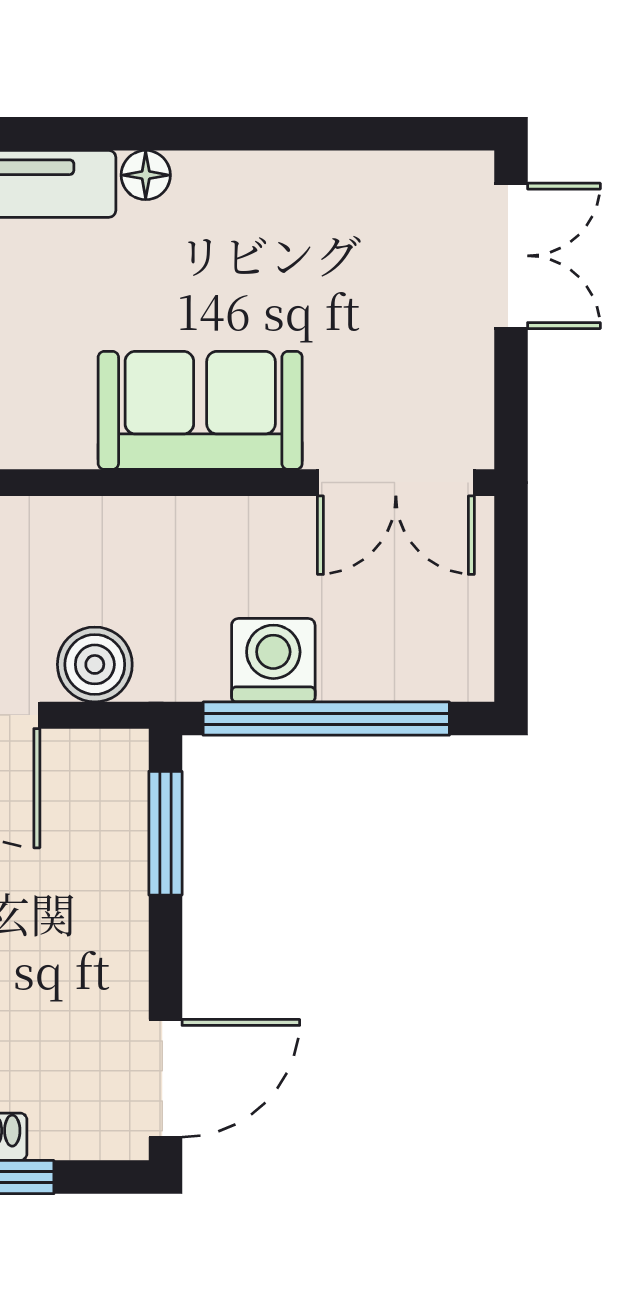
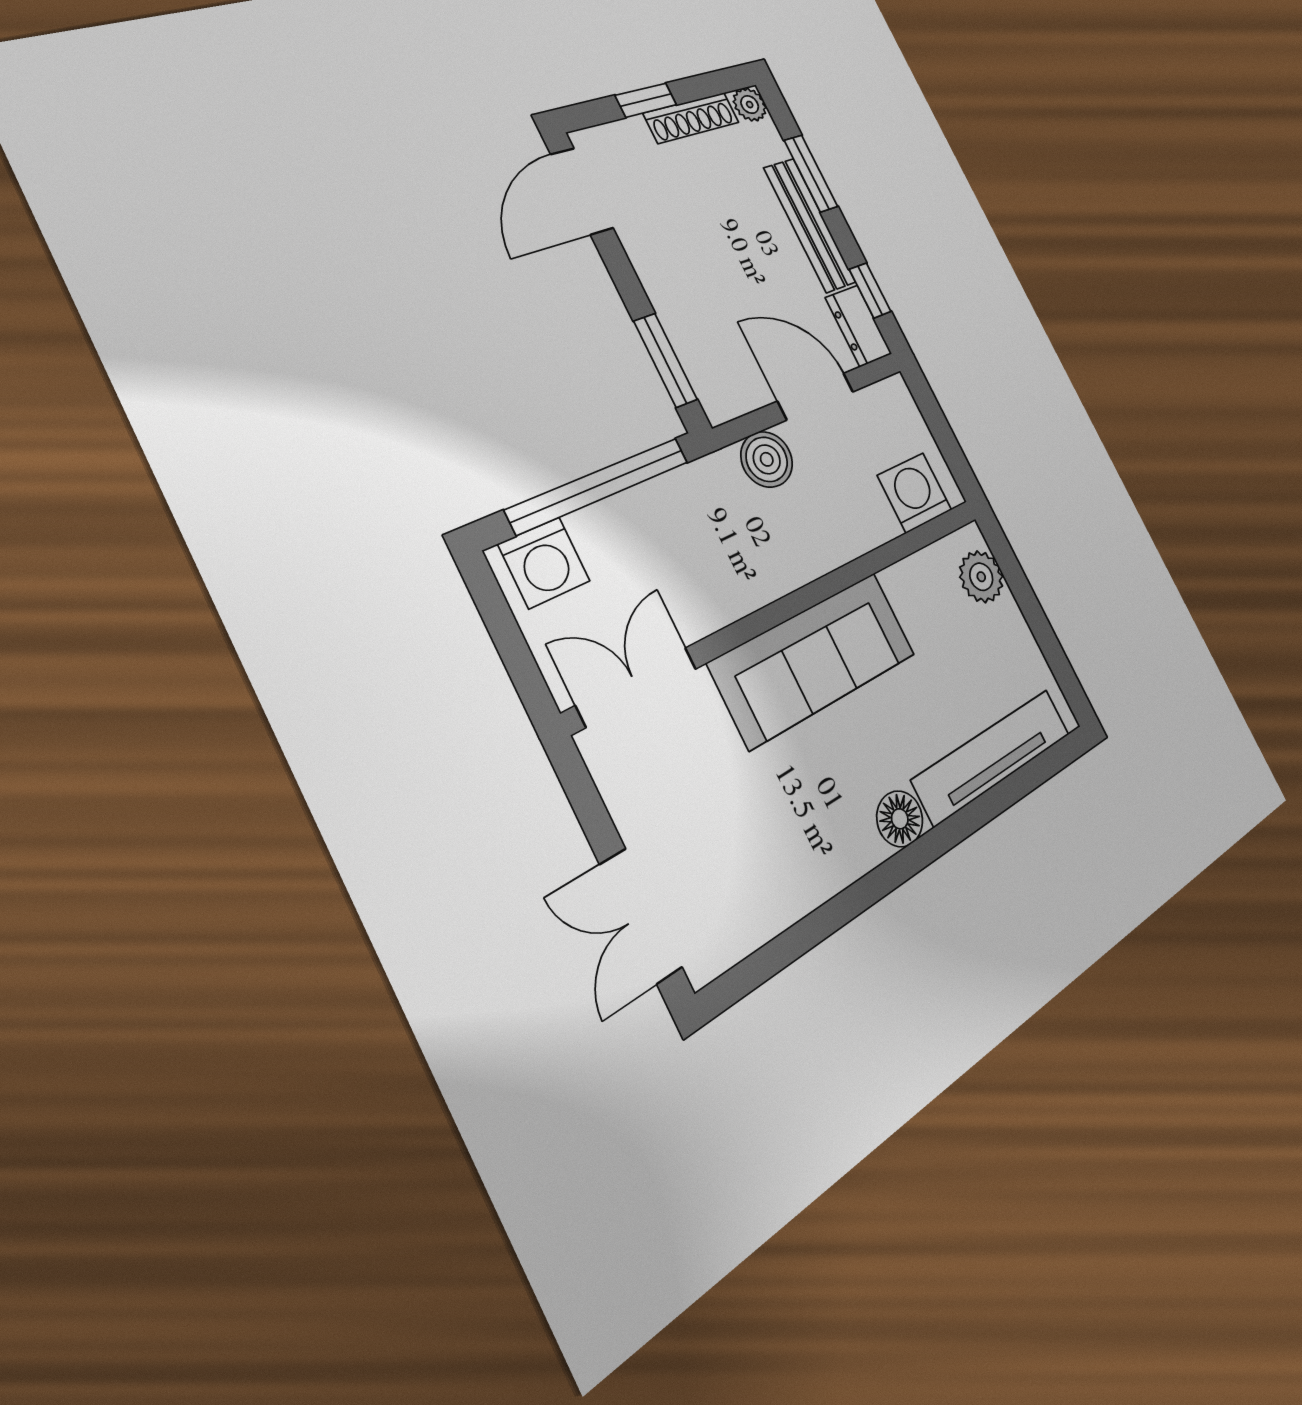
floor lamp: (146, 175) -> (900, 819), width x1.37, depth x1.37
sofa: (200, 410) -> (814, 659), width x1.36
washing machine: (273, 660) -> (544, 563), moved

